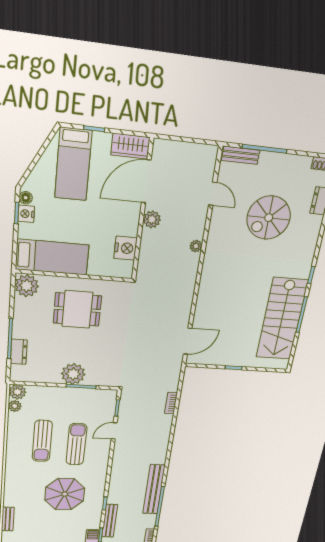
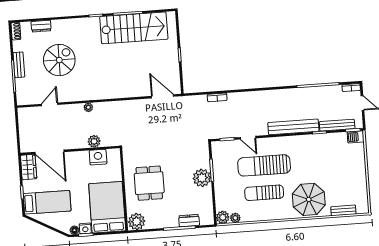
bench: (241, 155) -> (19, 65), moved
spiral stairs: (269, 218) -> (59, 60), turned -90
plant: (152, 219) -> (94, 141), moved
bed: (52, 257) -> (107, 207), width x1.50
sun lounger: (42, 441) -> (264, 193), turned 180
sun lounger: (76, 444) -> (264, 165), width x1.36, depth x1.34
bench: (154, 489) -> (293, 127), moved
parasol: (65, 494) -> (309, 199), moved

